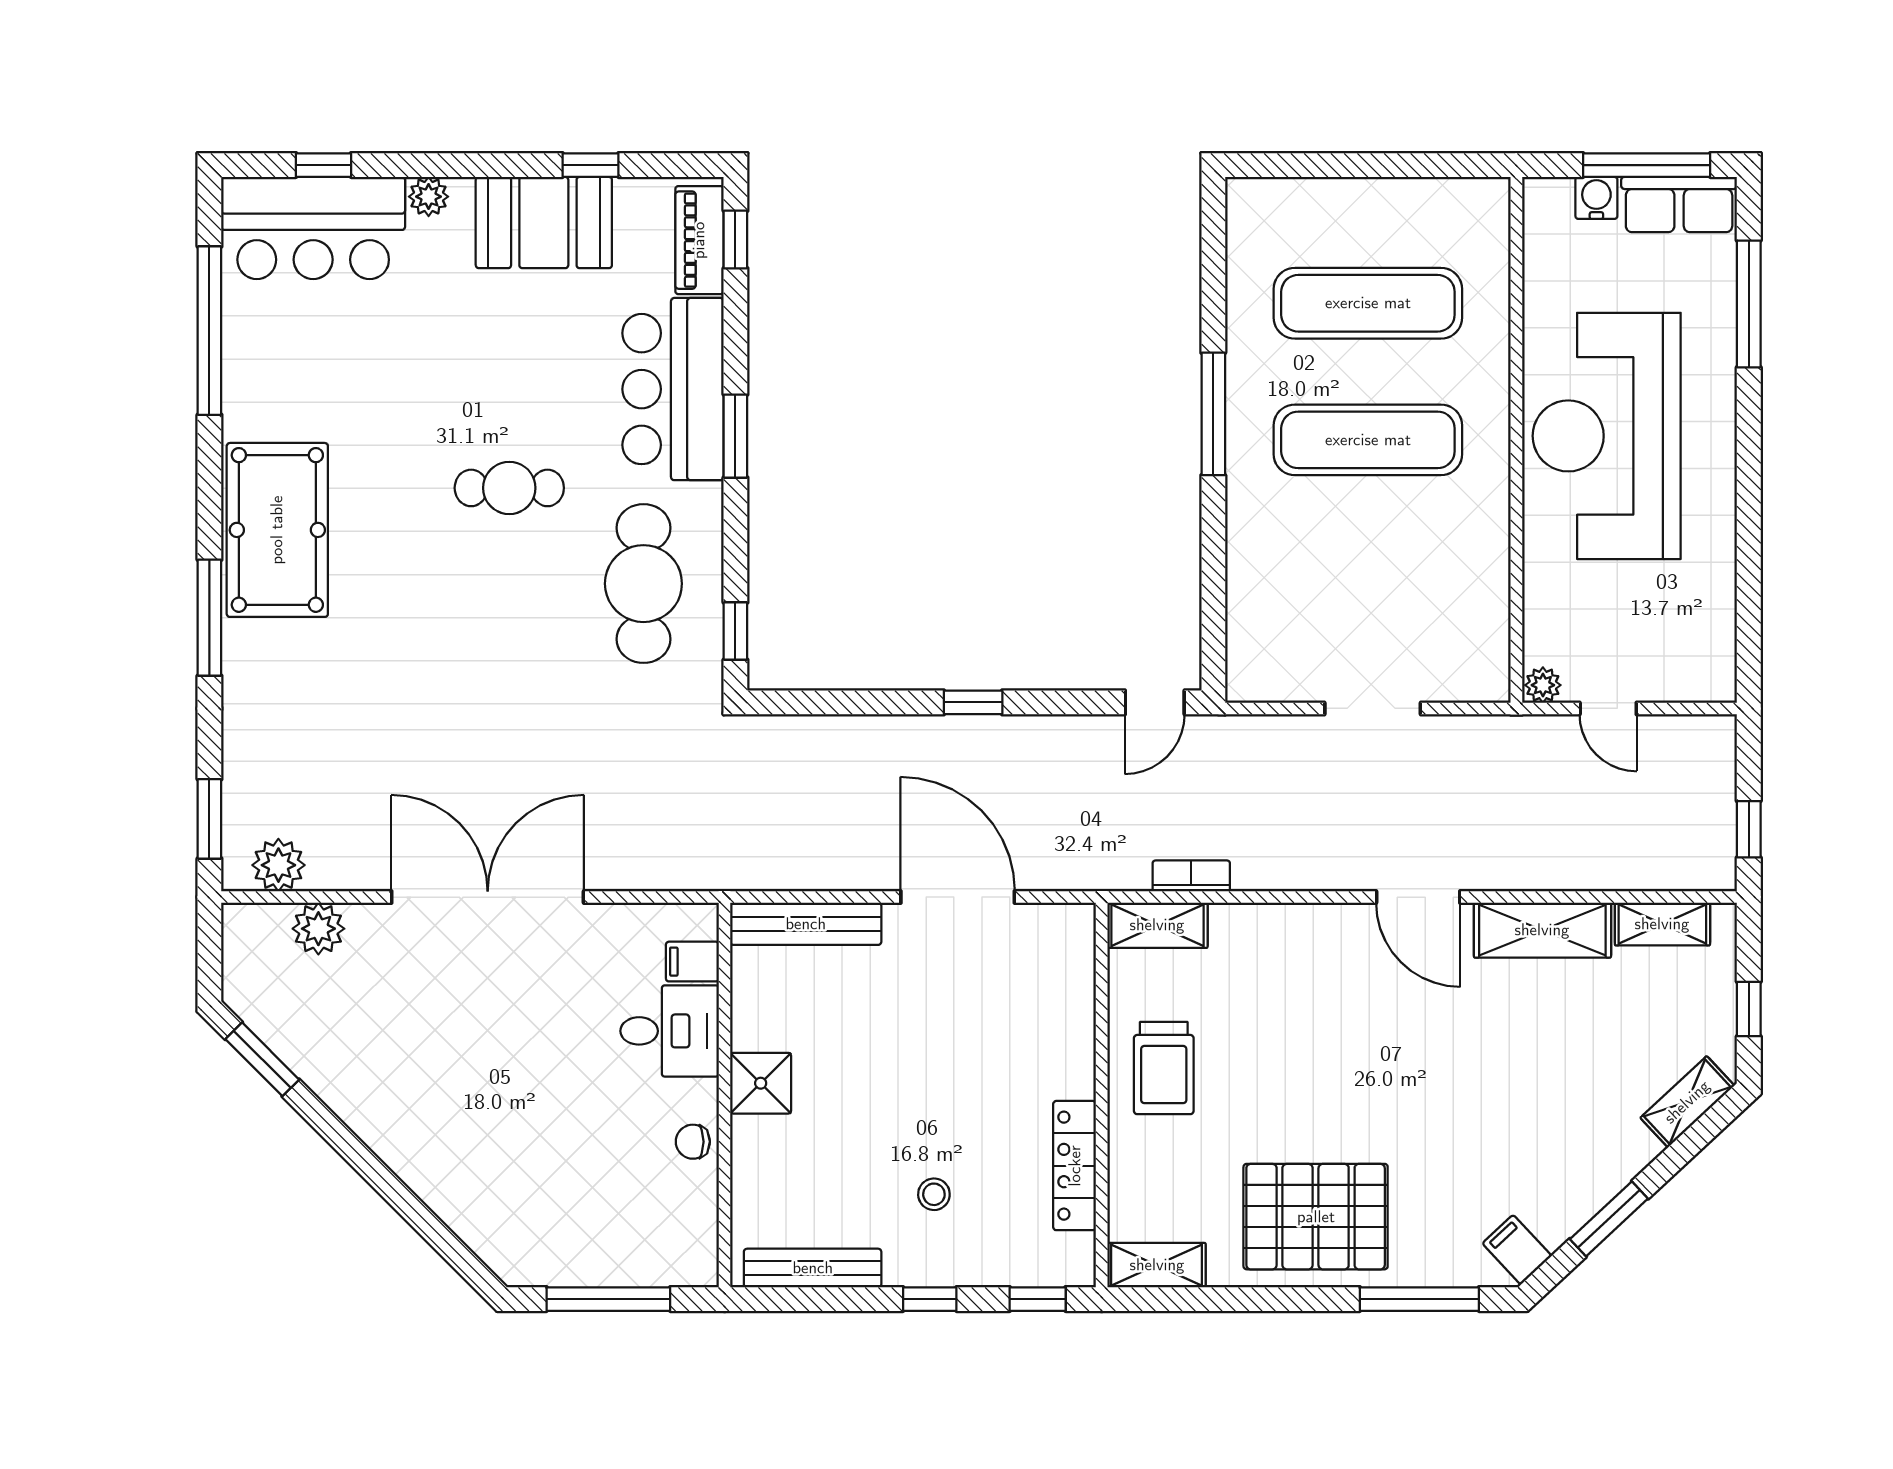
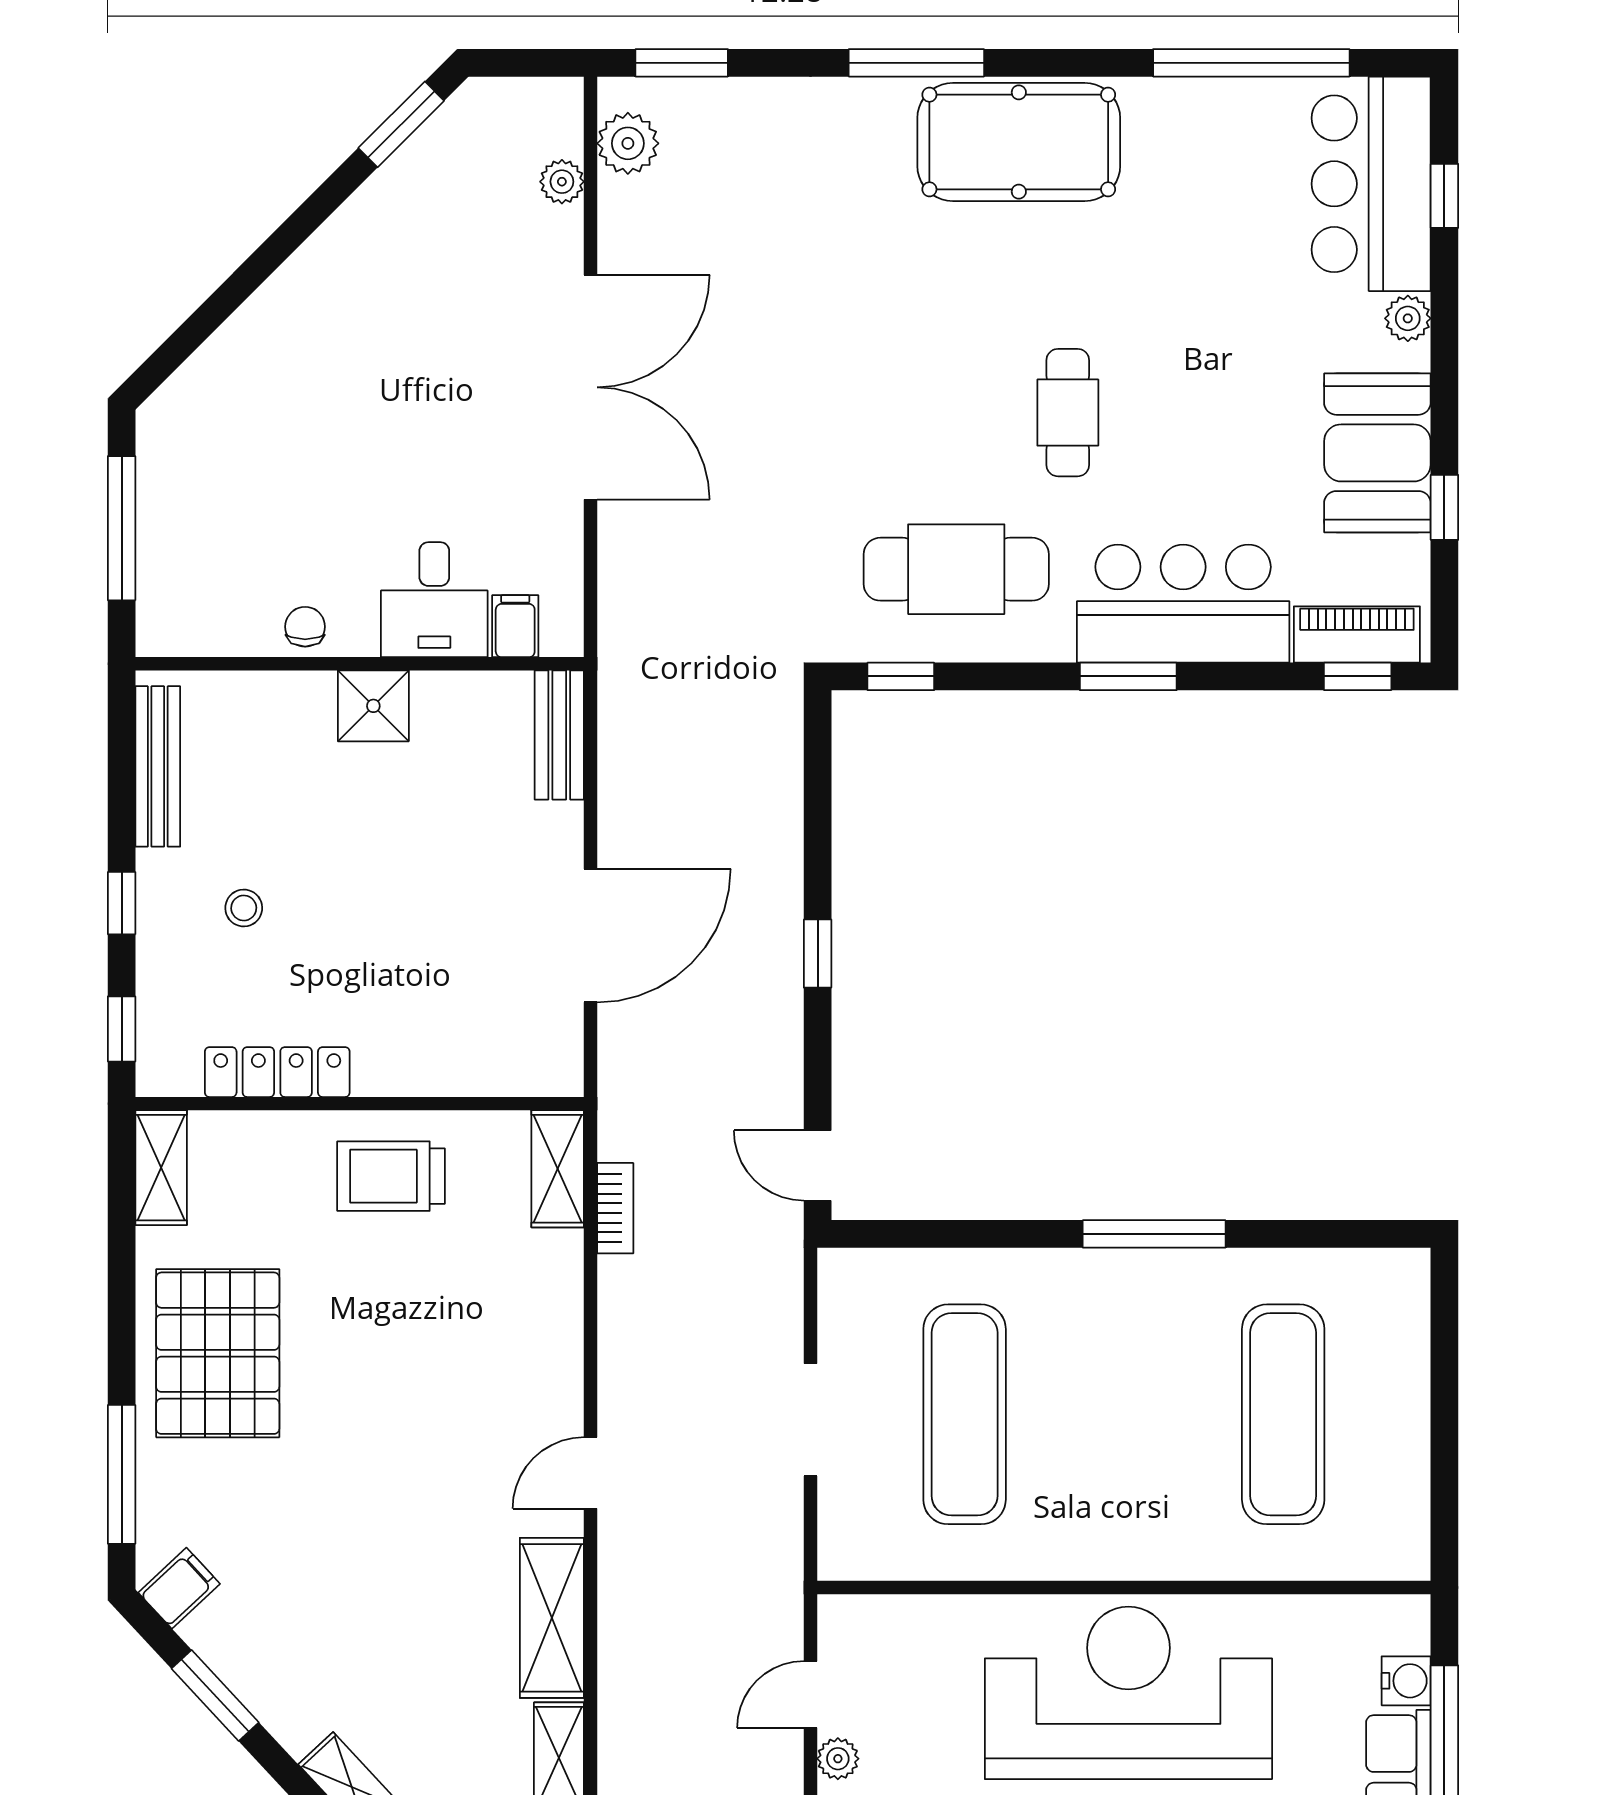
exercise mat: (1368, 440) -> (965, 1414), moved
plant: (1543, 685) -> (838, 1759), moved
door: (1418, 897) -> (591, 1473), width x0.73
bench: (806, 924) -> (559, 735), width x0.73
plant: (318, 929) -> (562, 182), width x0.73, depth x0.73

